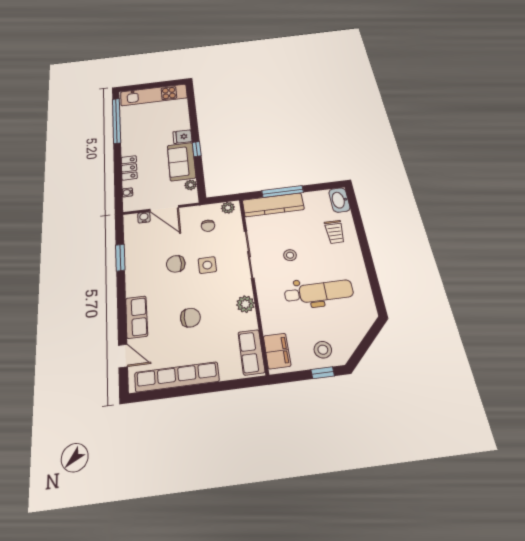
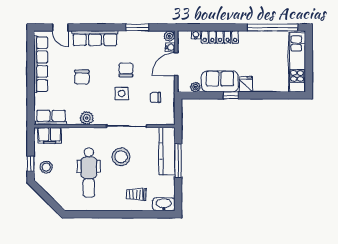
locker: (129, 168) -> (220, 37), width x1.53
plant: (228, 208) -> (169, 36), moved
stool: (290, 255) -> (121, 157), width x1.89, depth x1.89
row of seats: (137, 317) -> (95, 38), width x1.48
door: (123, 356) -> (60, 27), hinge flipped

